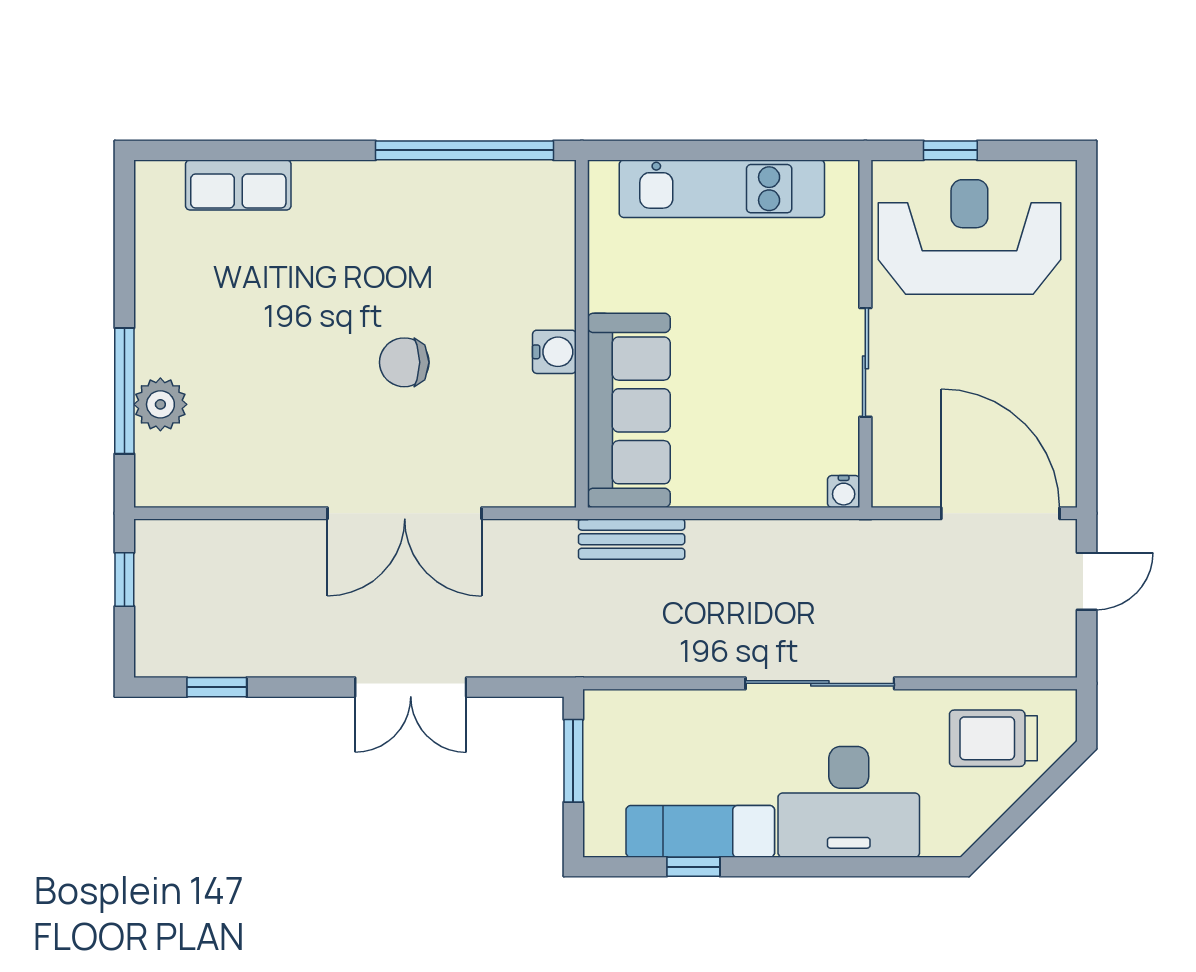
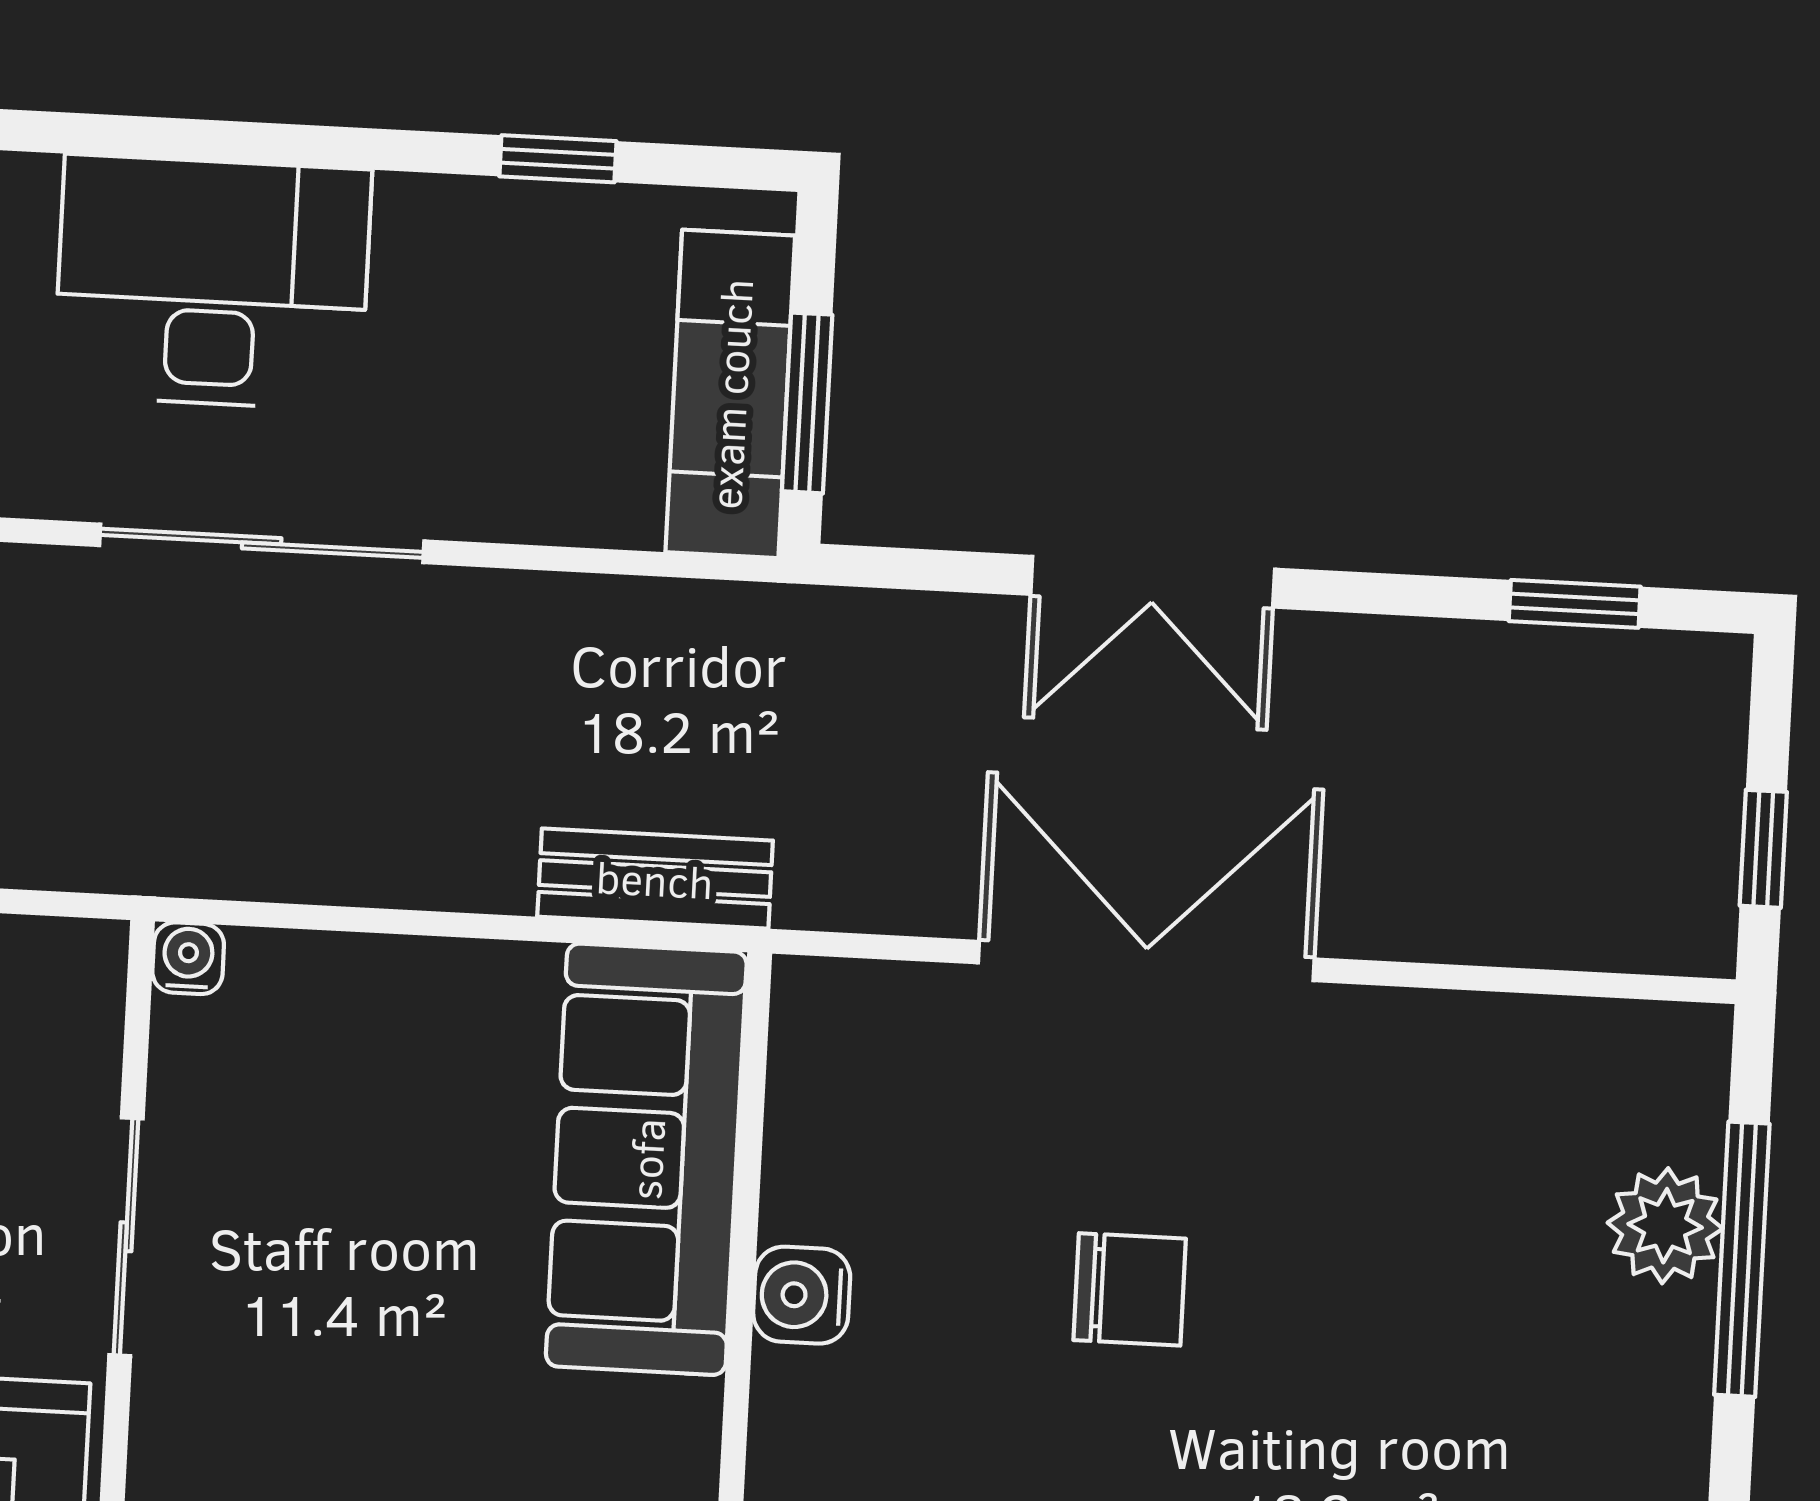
double door: (411, 687) -> (1153, 582), swing flipped
exam couch: (700, 831) -> (730, 394), moved, turned 90

